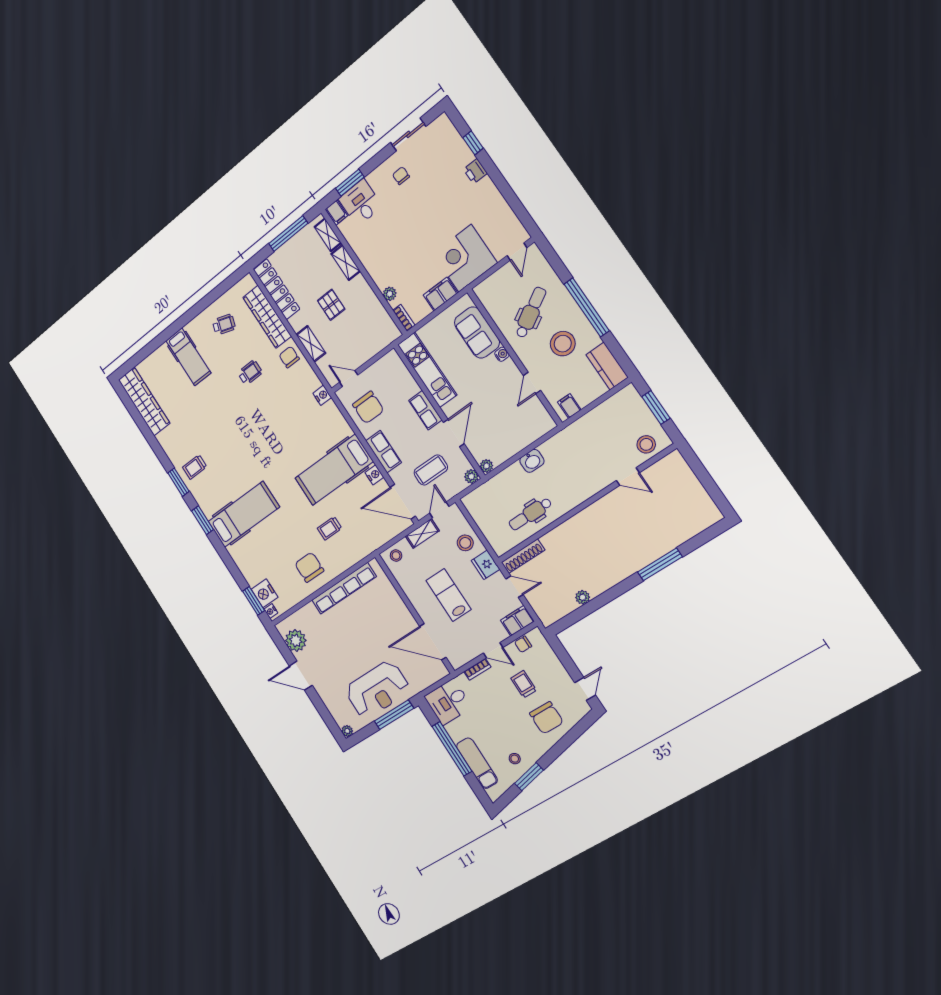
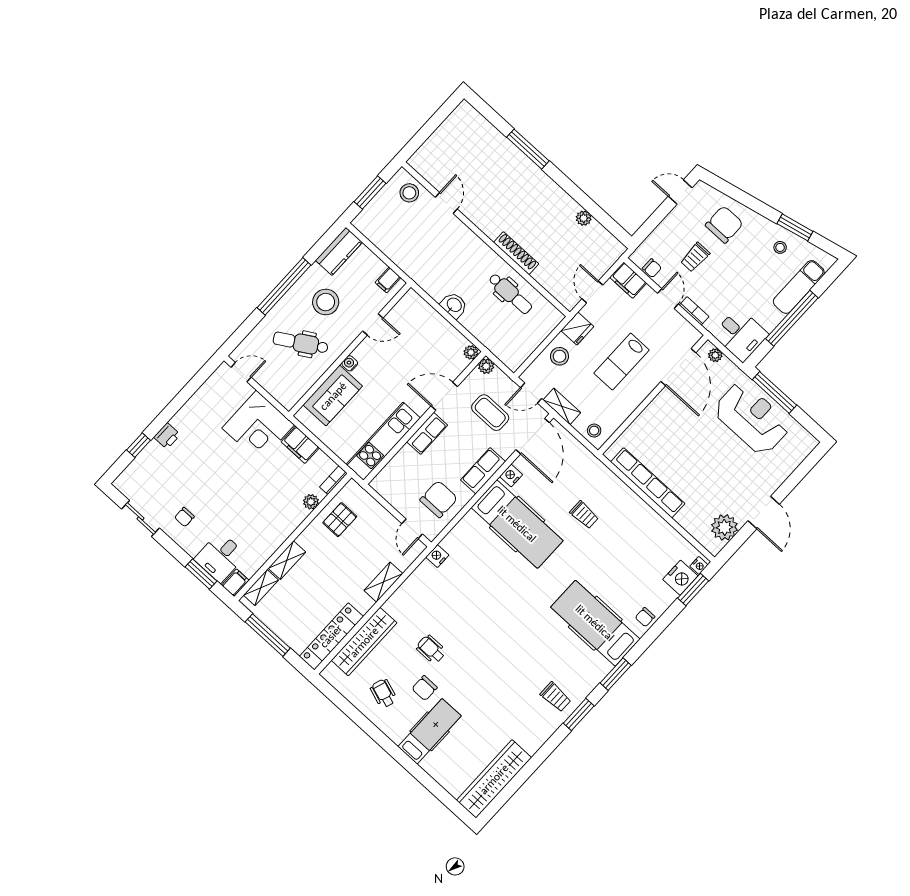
pallet: (331, 305) -> (340, 520), moved
chair: (289, 357) -> (425, 688), moved
shoe rack: (523, 556) -> (516, 253), moved
chair: (309, 567) -> (645, 617), moved, width x0.54, depth x0.54
plant: (347, 731) -> (715, 355), moved

